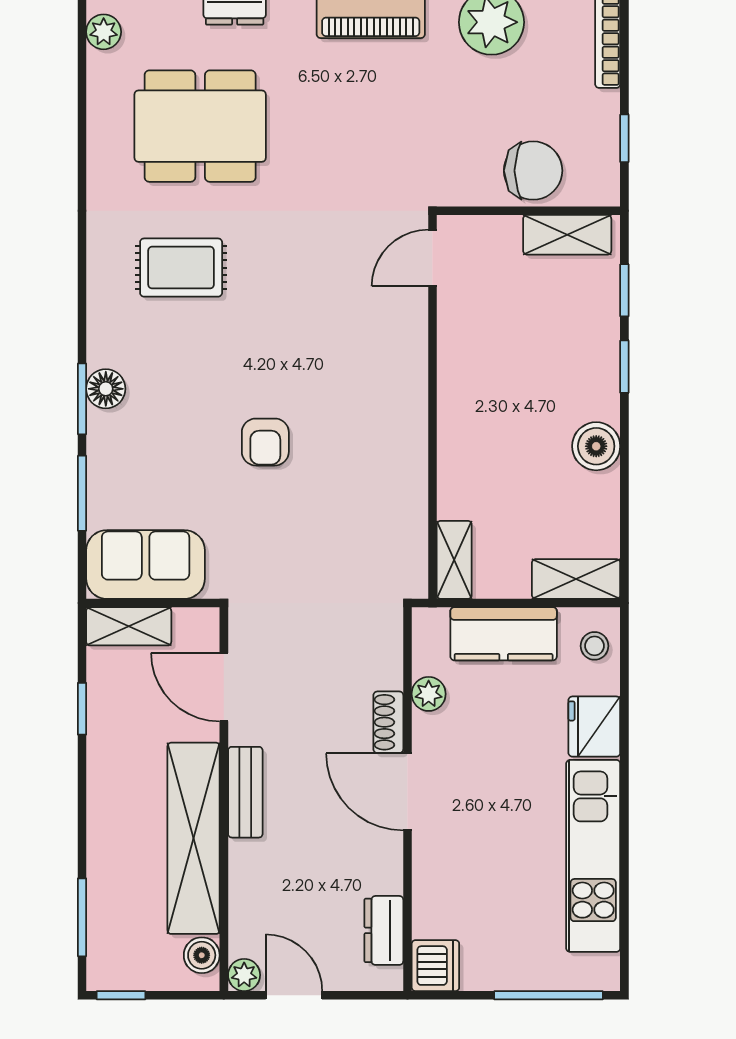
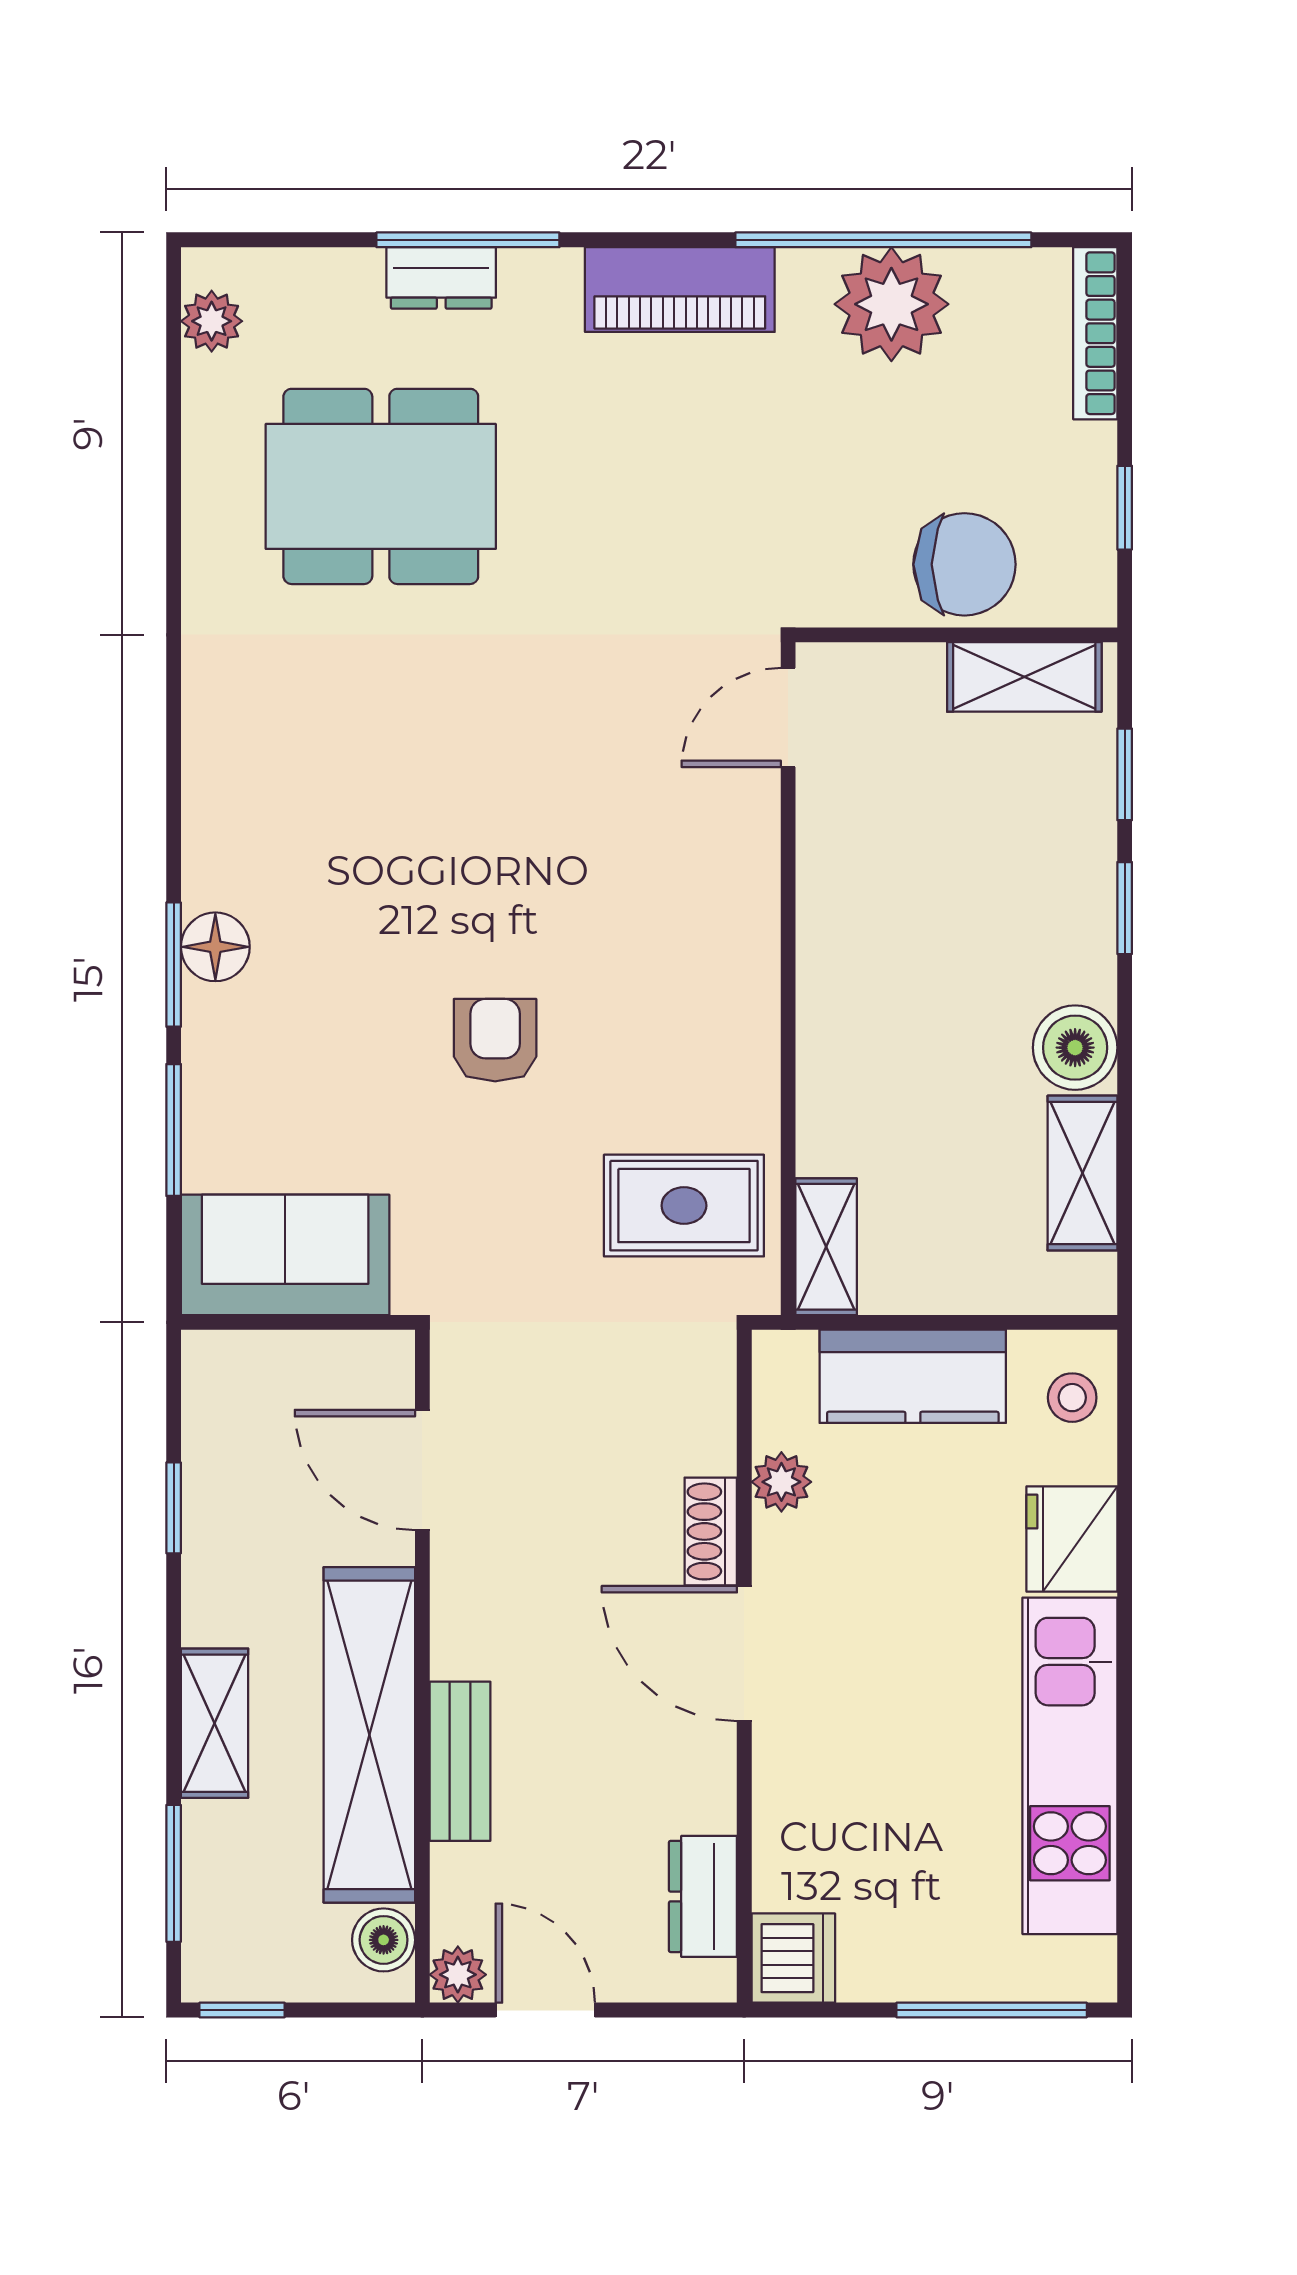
rug: (181, 268) -> (684, 1206), moved
armchair: (265, 442) -> (495, 1040), turned 180
shelving: (576, 579) -> (1082, 1173), moved, turned 90
shelving: (129, 626) -> (215, 1723), moved, turned 90
bench: (245, 792) -> (460, 1761), moved

